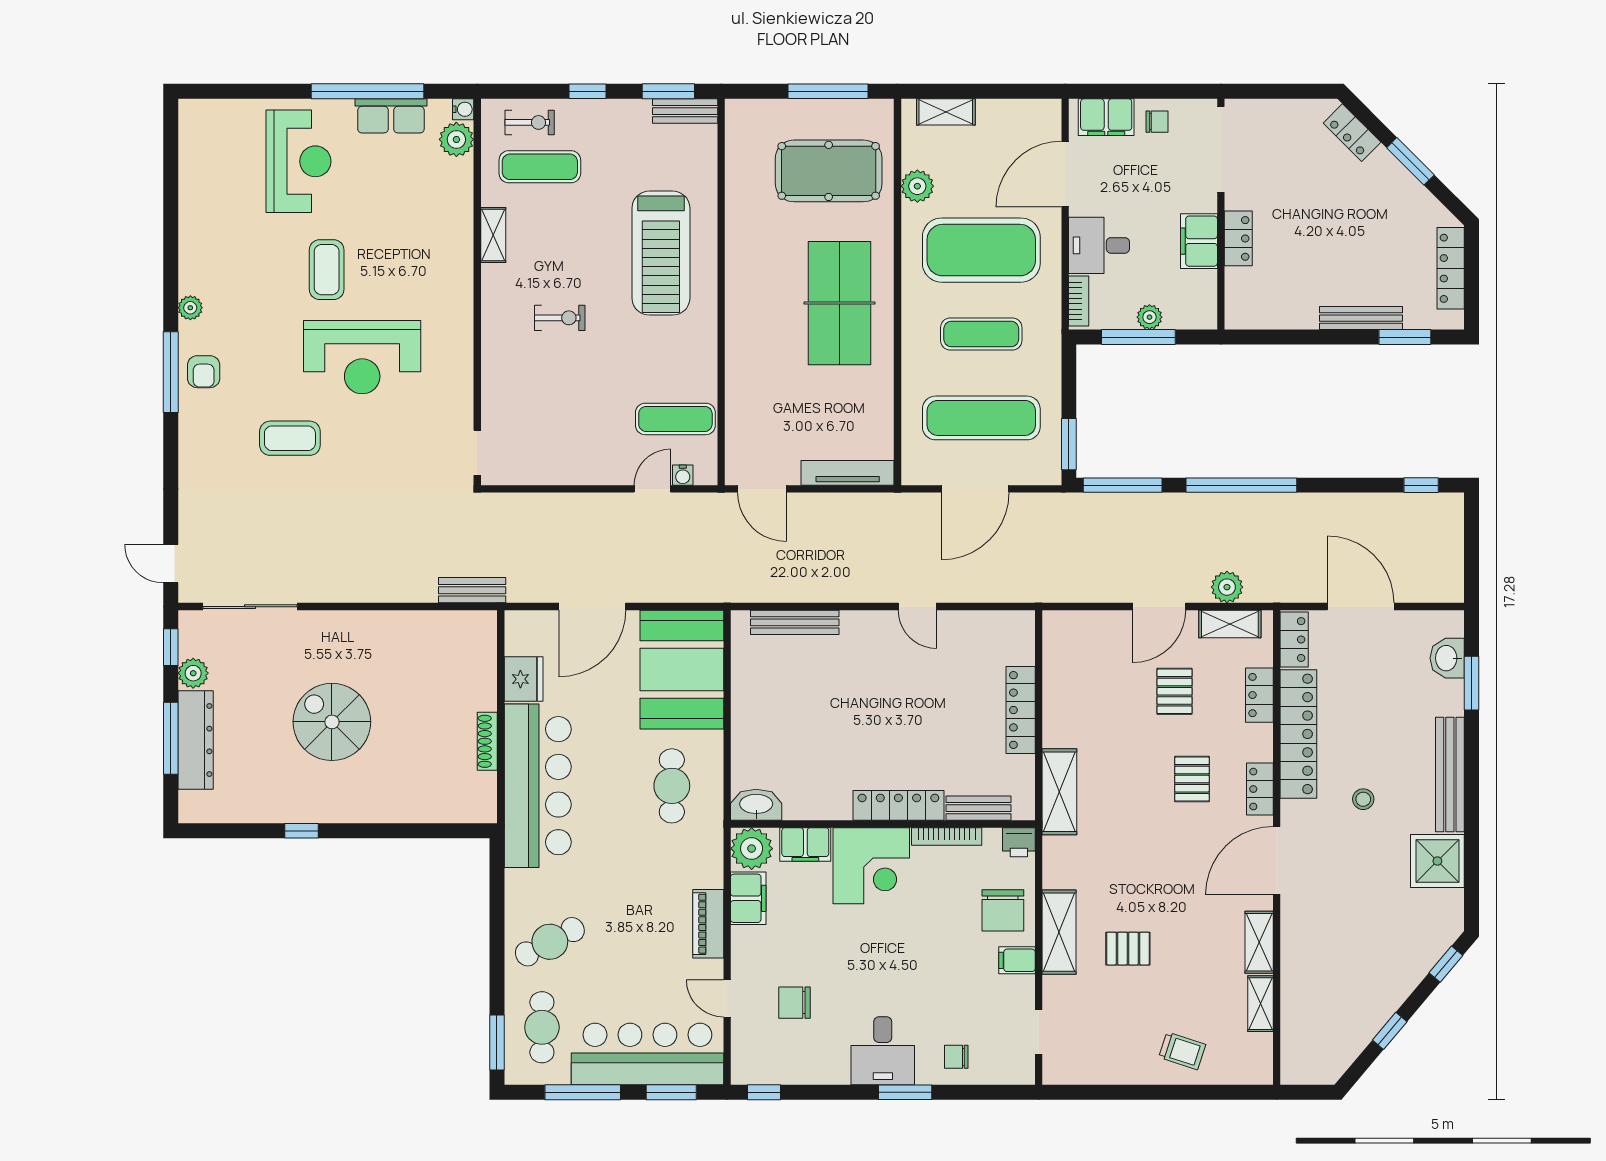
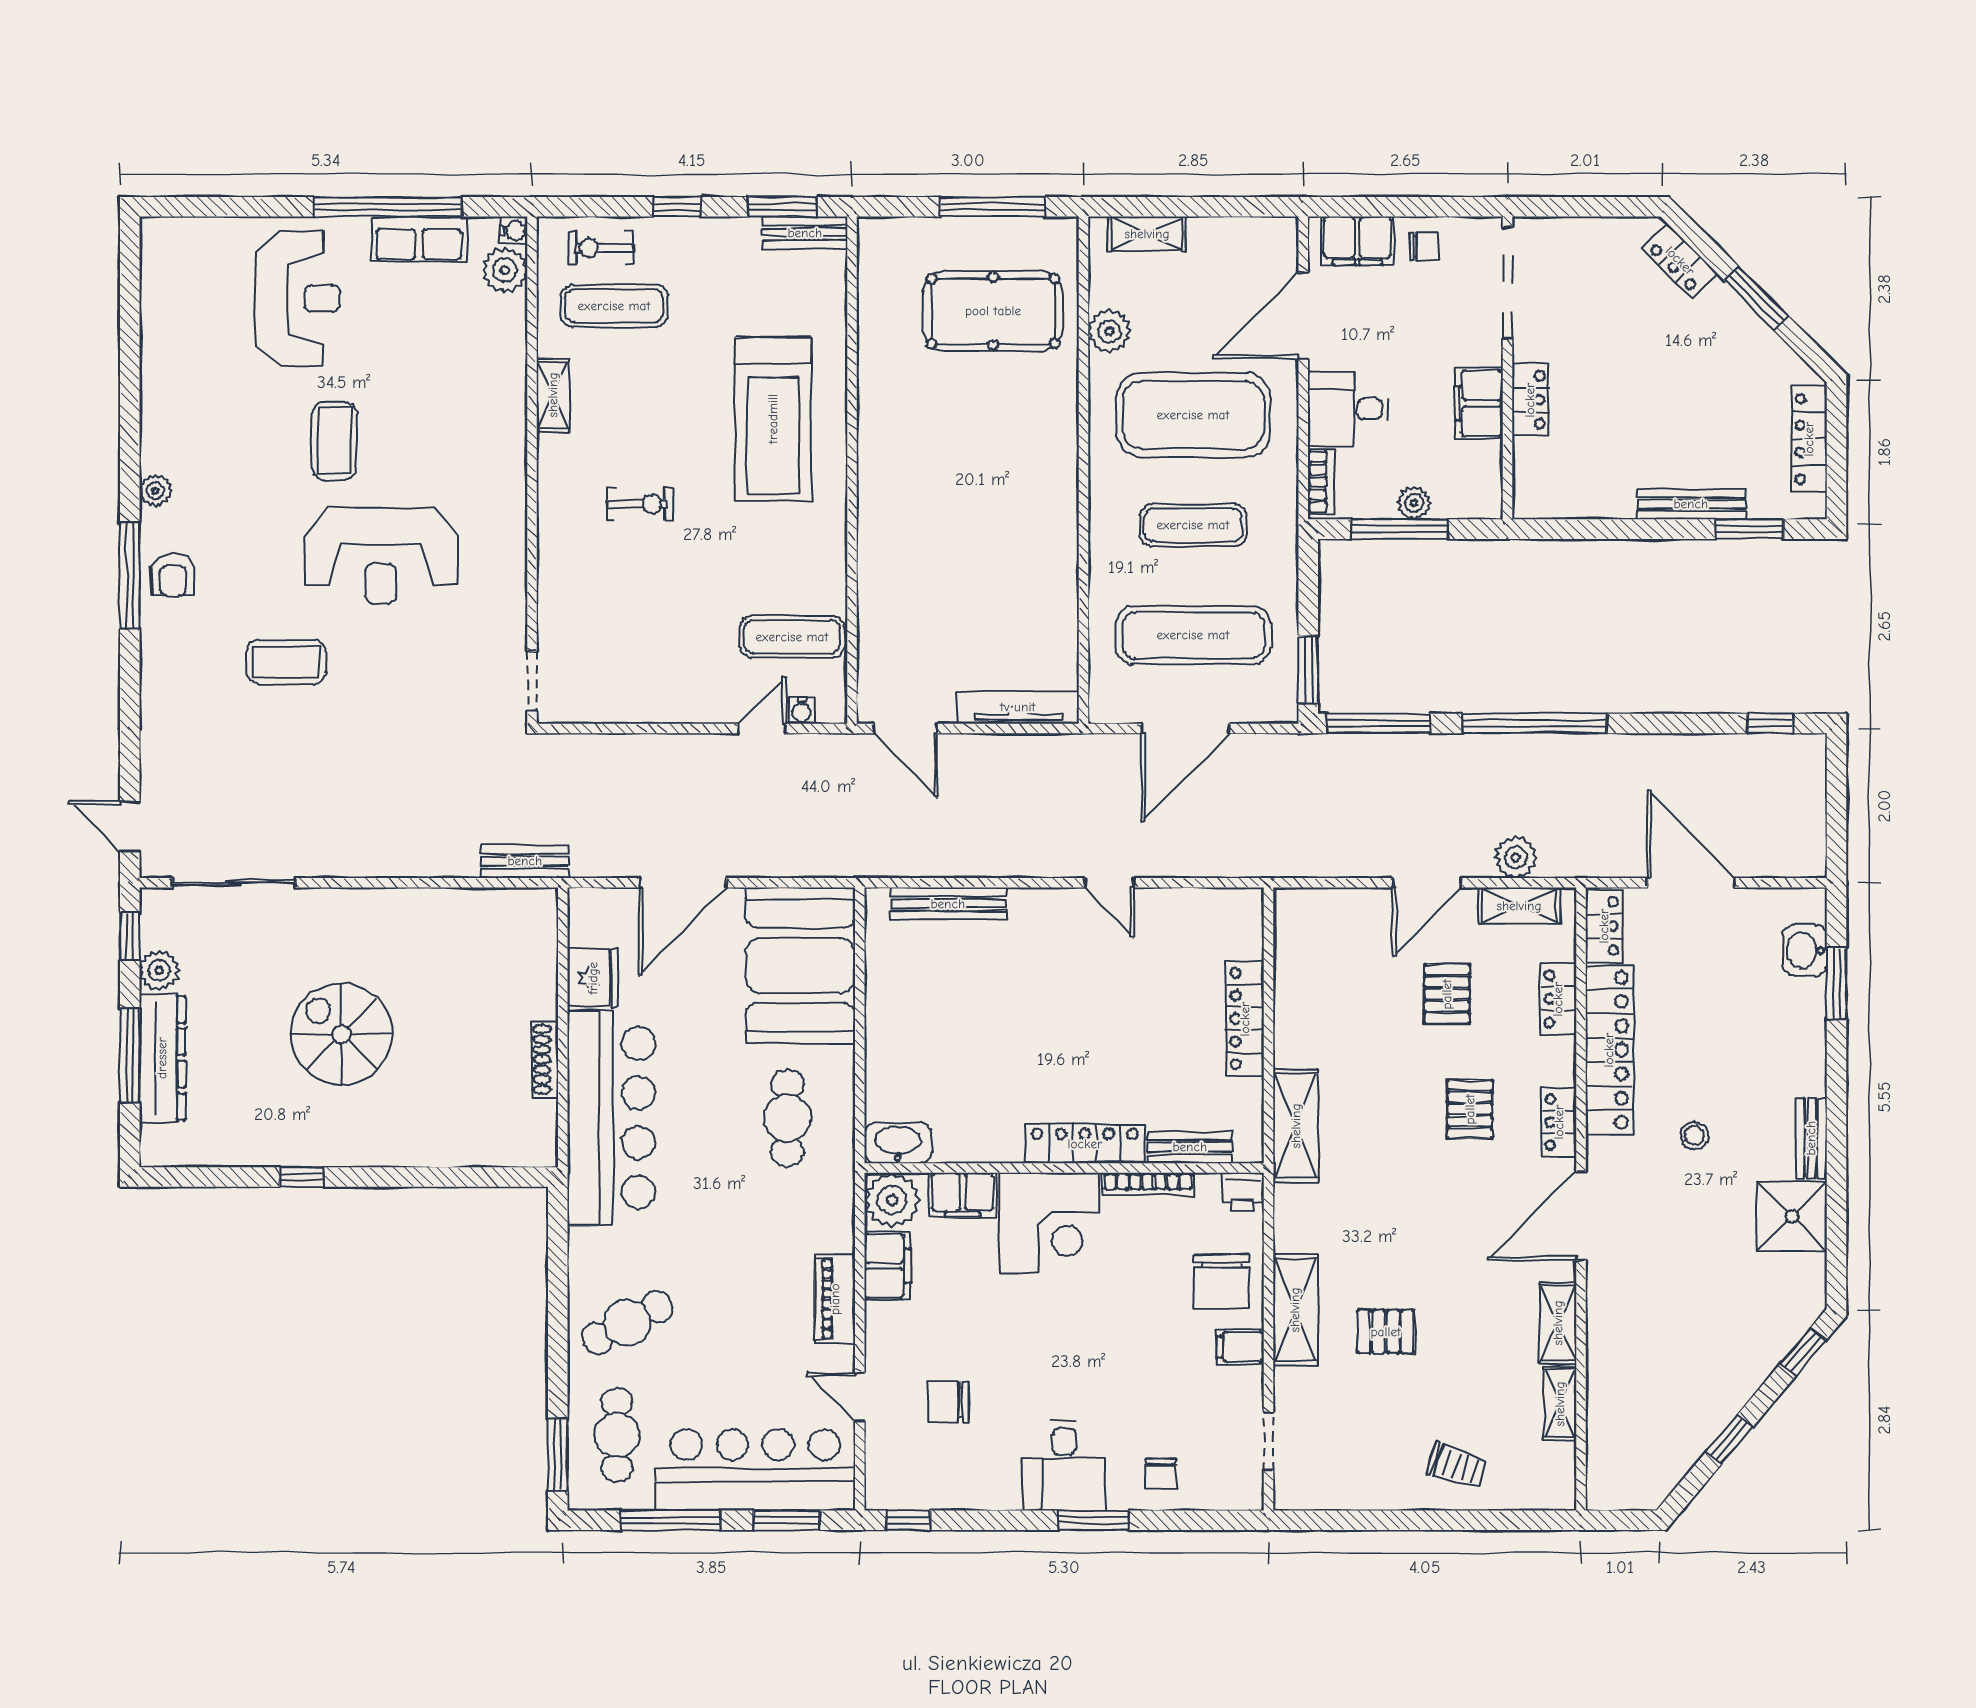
exercise bike: (530, 122) -> (601, 248), turned 180
table tennis table: (839, 303) -> (1007, 485), removed
bench: (1450, 775) -> (1811, 1138), width x0.54, depth x0.82
chair: (956, 1057) -> (1161, 1474), turned -90

